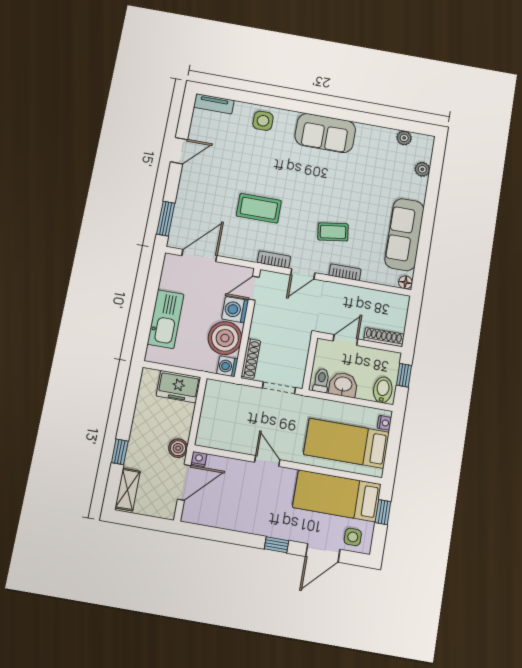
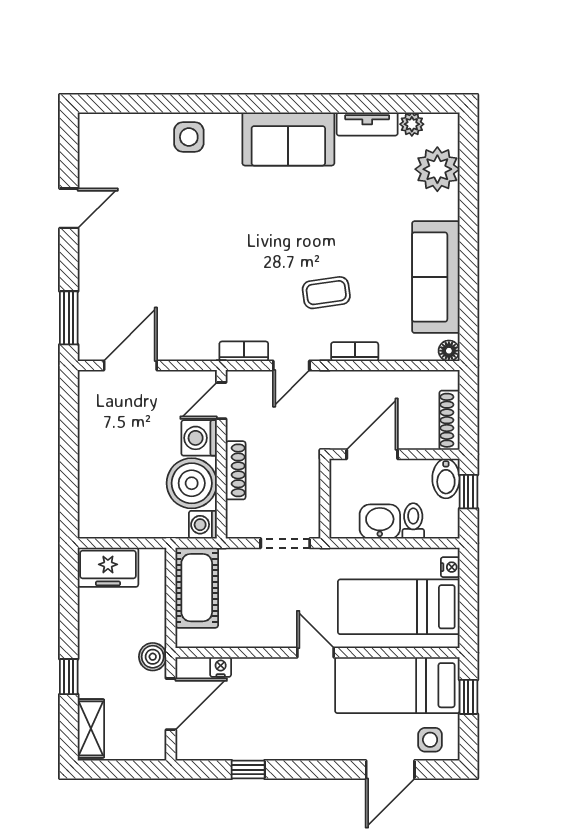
tv unit: (214, 104) -> (367, 124), moved
plant: (422, 169) -> (437, 169), width x1.87, depth x1.87
coffee table: (259, 208) -> (207, 276), removed
kitchen sink: (166, 319) -> (98, 471), removed
shoe rack: (384, 337) -> (450, 420), moved, turned -90
door: (345, 340) -> (372, 454), width x1.38
shoe rack: (251, 358) -> (236, 470), moved
toilet: (321, 380) -> (413, 521), moved
freezer: (178, 387) -> (108, 567), moved
bidet: (383, 390) -> (446, 479), moved, turned 180
cot: (216, 407) -> (197, 588), added
nightstand: (199, 459) -> (221, 667), moved
door: (267, 461) -> (315, 653), moved
window: (277, 545) -> (248, 770), moved

